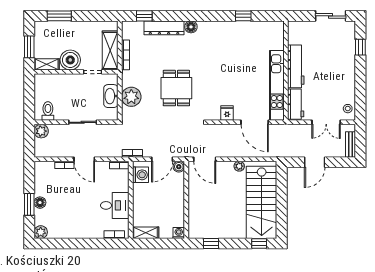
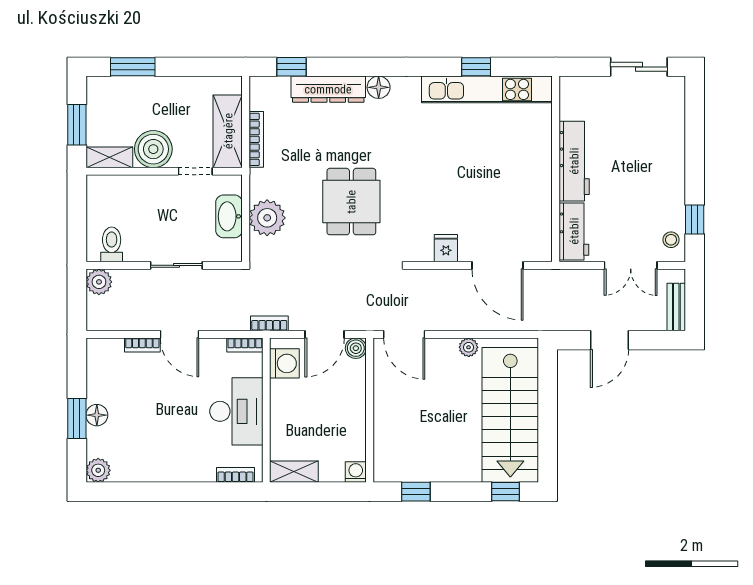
window: (360, 47) -> (695, 219), moved
kitchen unit: (277, 85) -> (487, 89), moved, turned -90
desk: (115, 205) -> (236, 411), width x1.37

